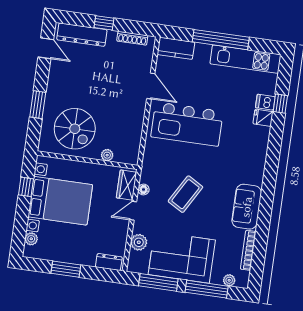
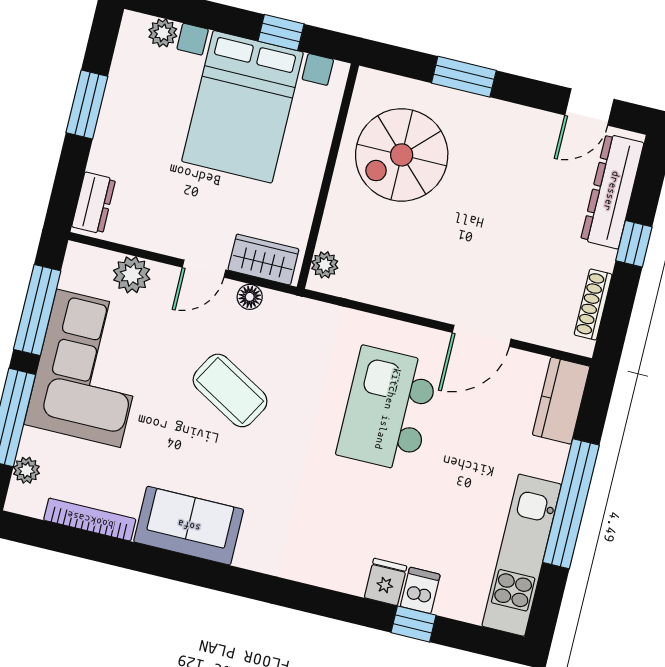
kitchen island: (187, 124) -> (388, 409), width x0.73
plant: (107, 155) -> (325, 265), moved
door: (133, 211) -> (204, 269), swing flipped

